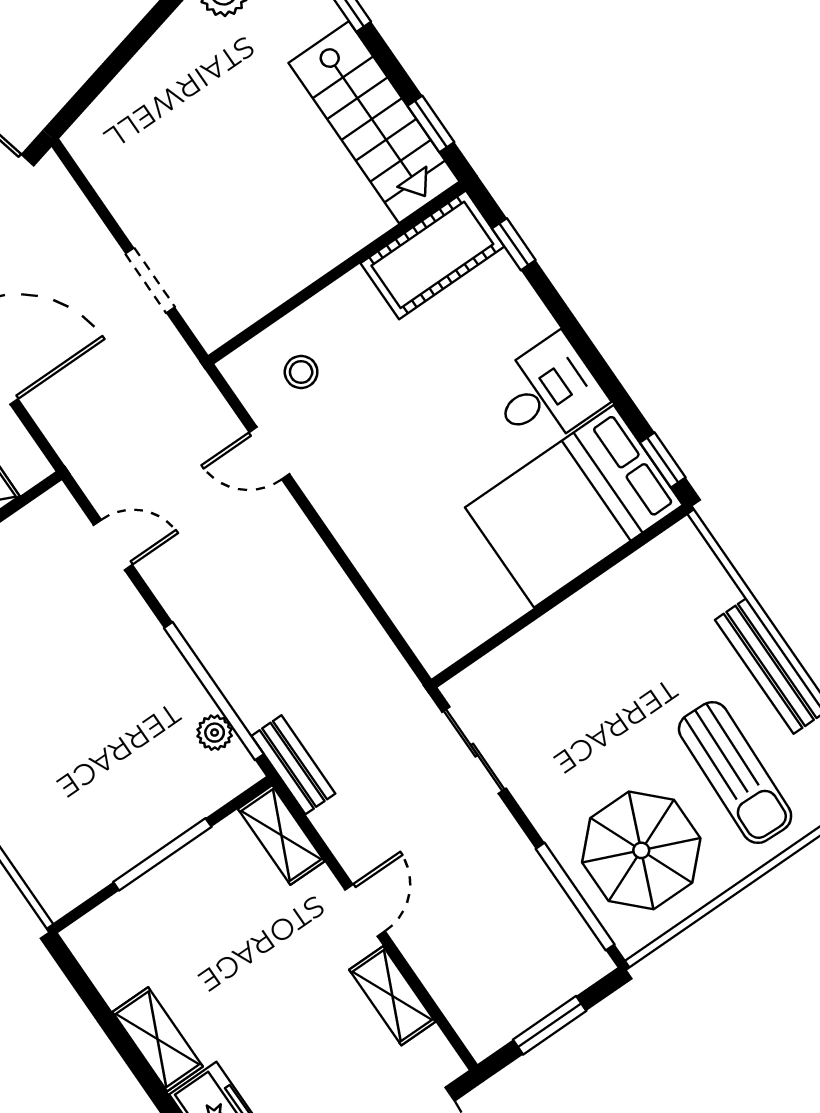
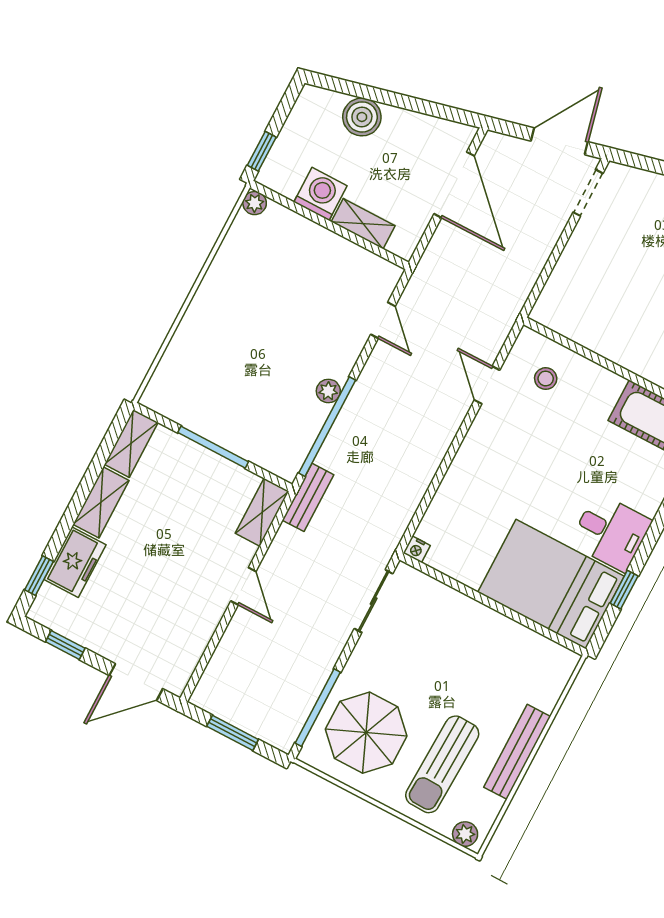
doorway: (150, 280) -> (588, 193), moved
window: (663, 460) -> (624, 590), moved
nightstand: (436, 658) -> (417, 549), added
plant: (215, 733) -> (328, 391), moved
door: (365, 910) -> (243, 586), hinge flipped
shelving: (392, 996) -> (131, 443), moved

